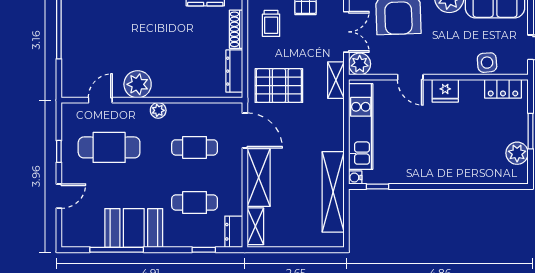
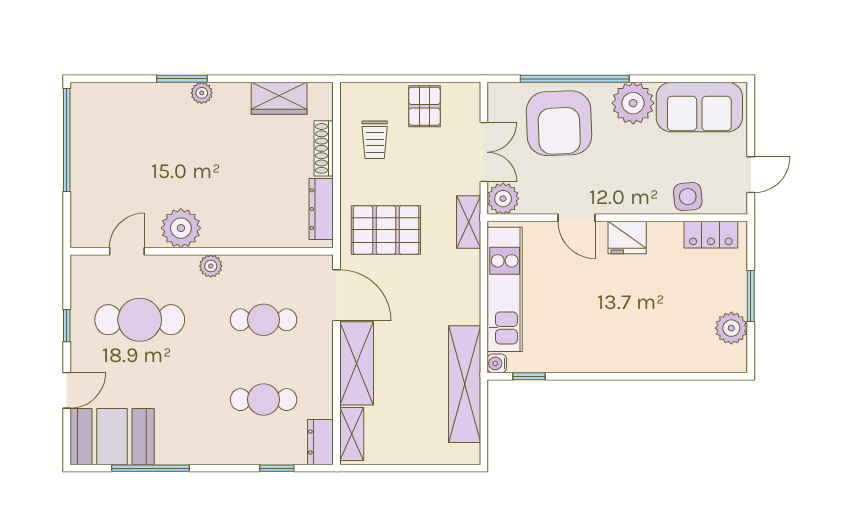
booth: (134, 228) -> (112, 437), moved

